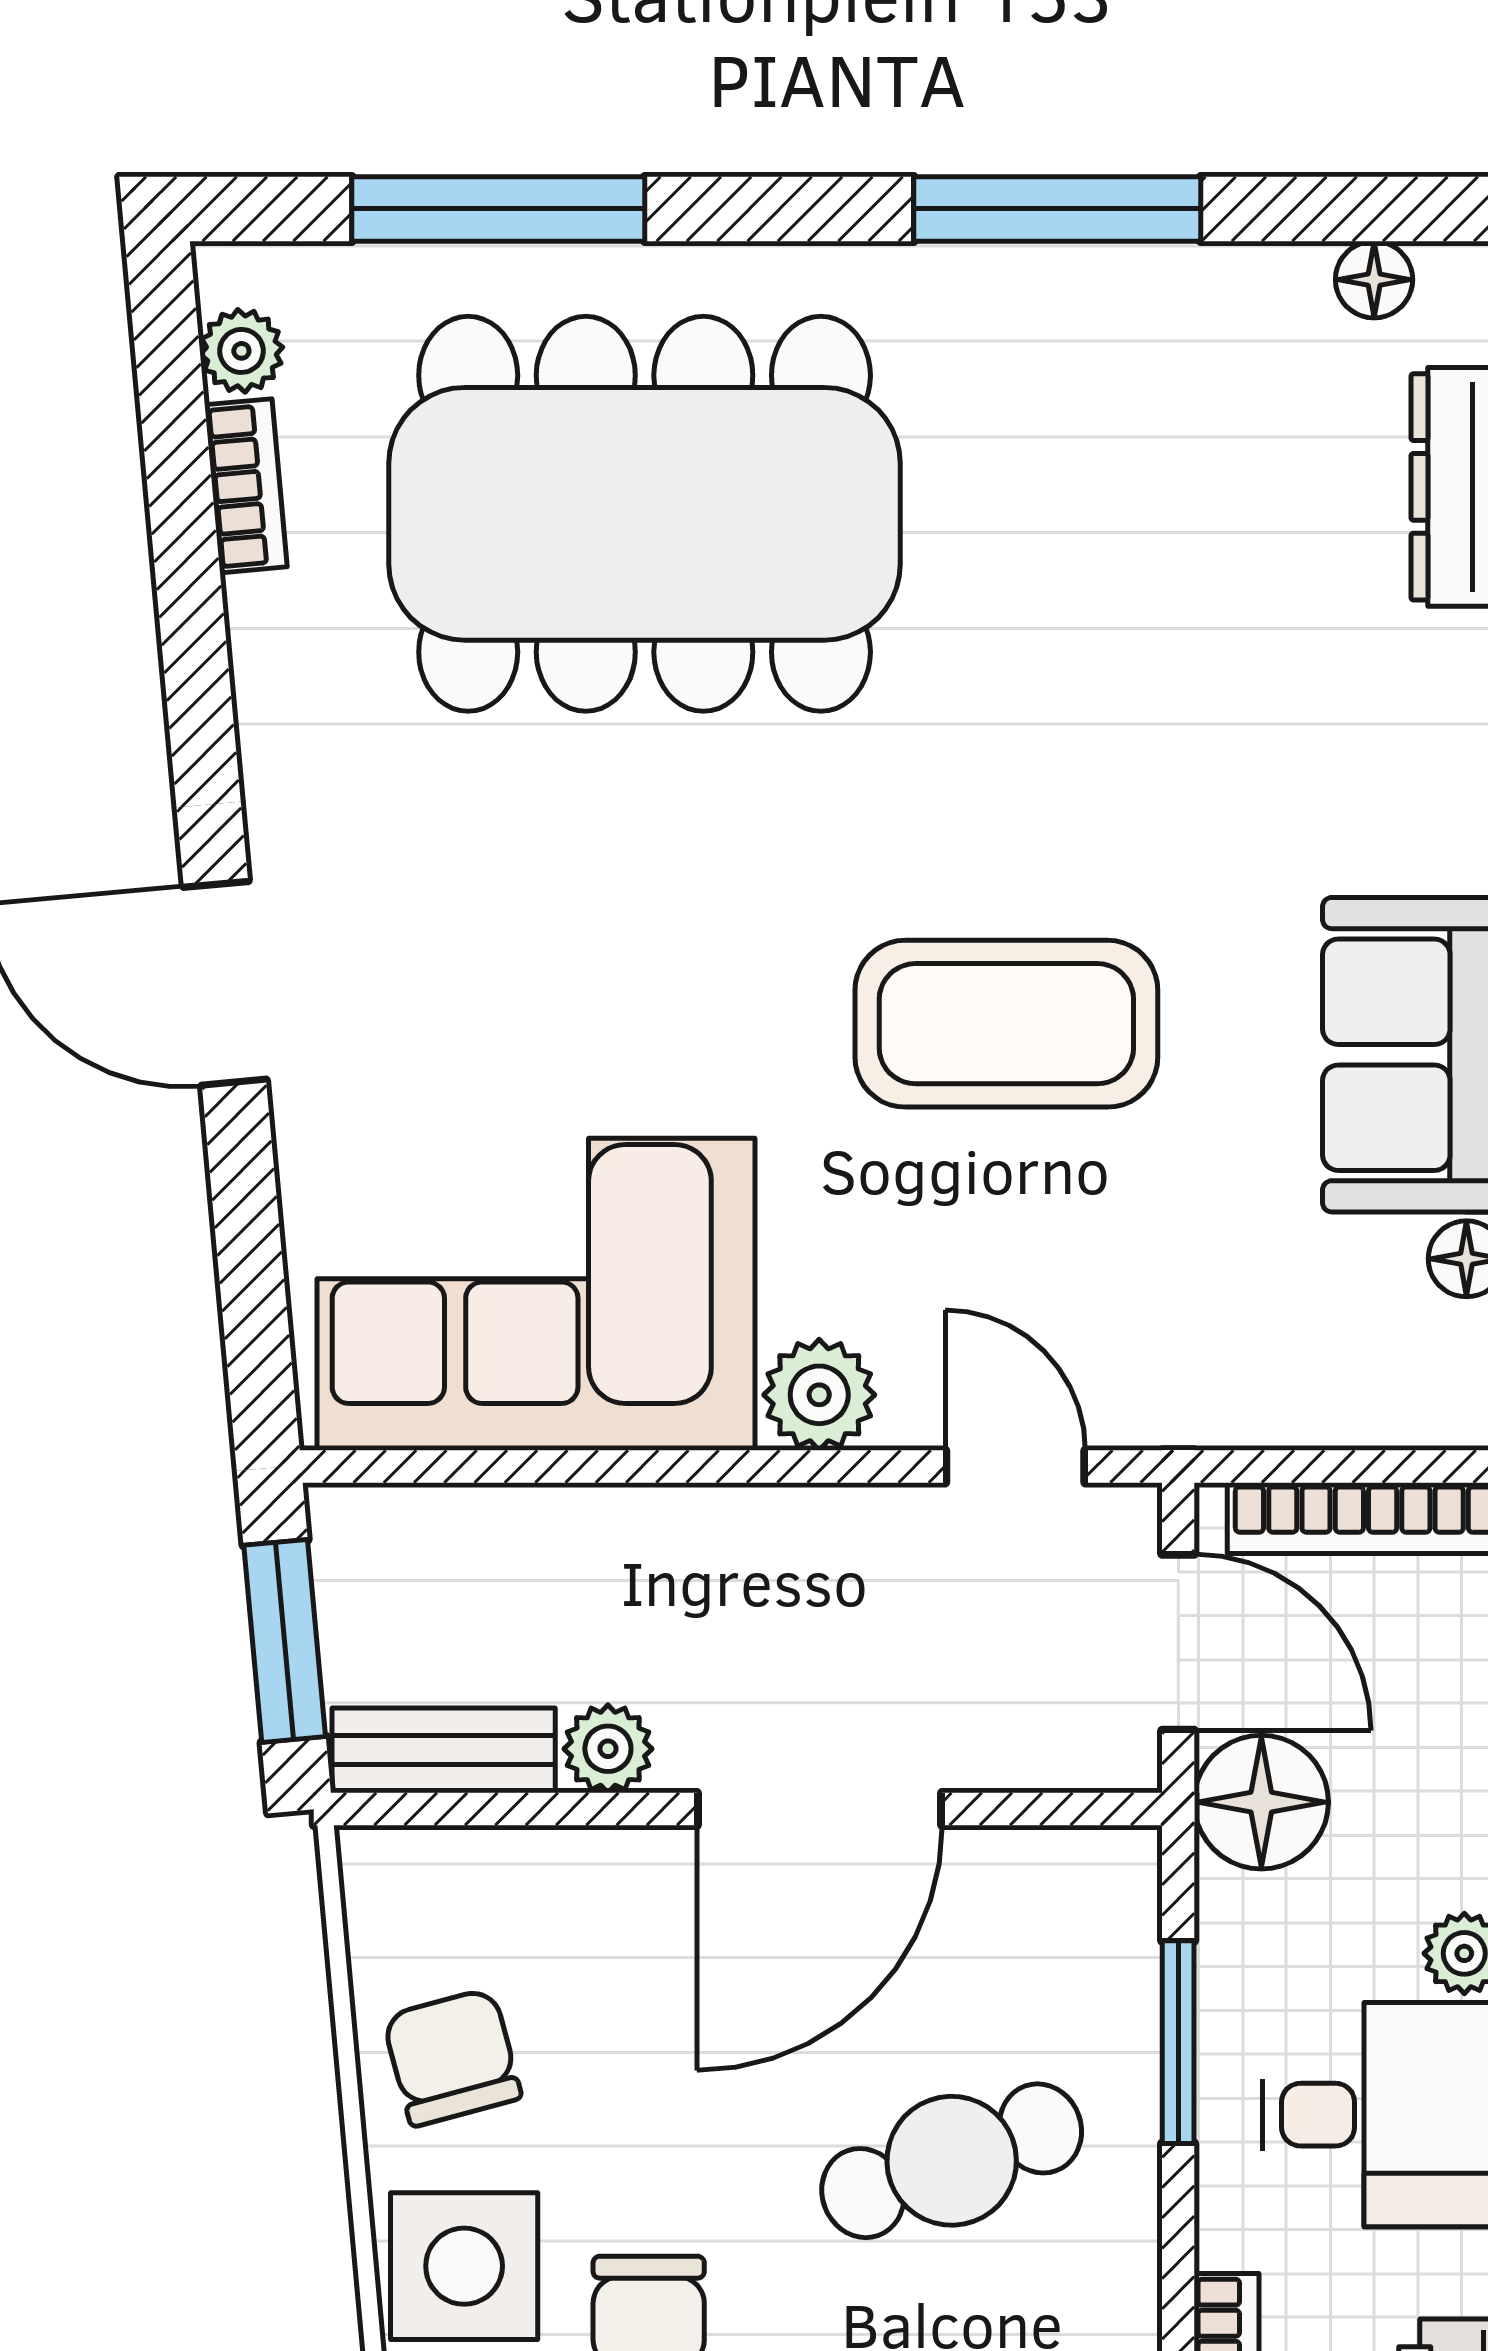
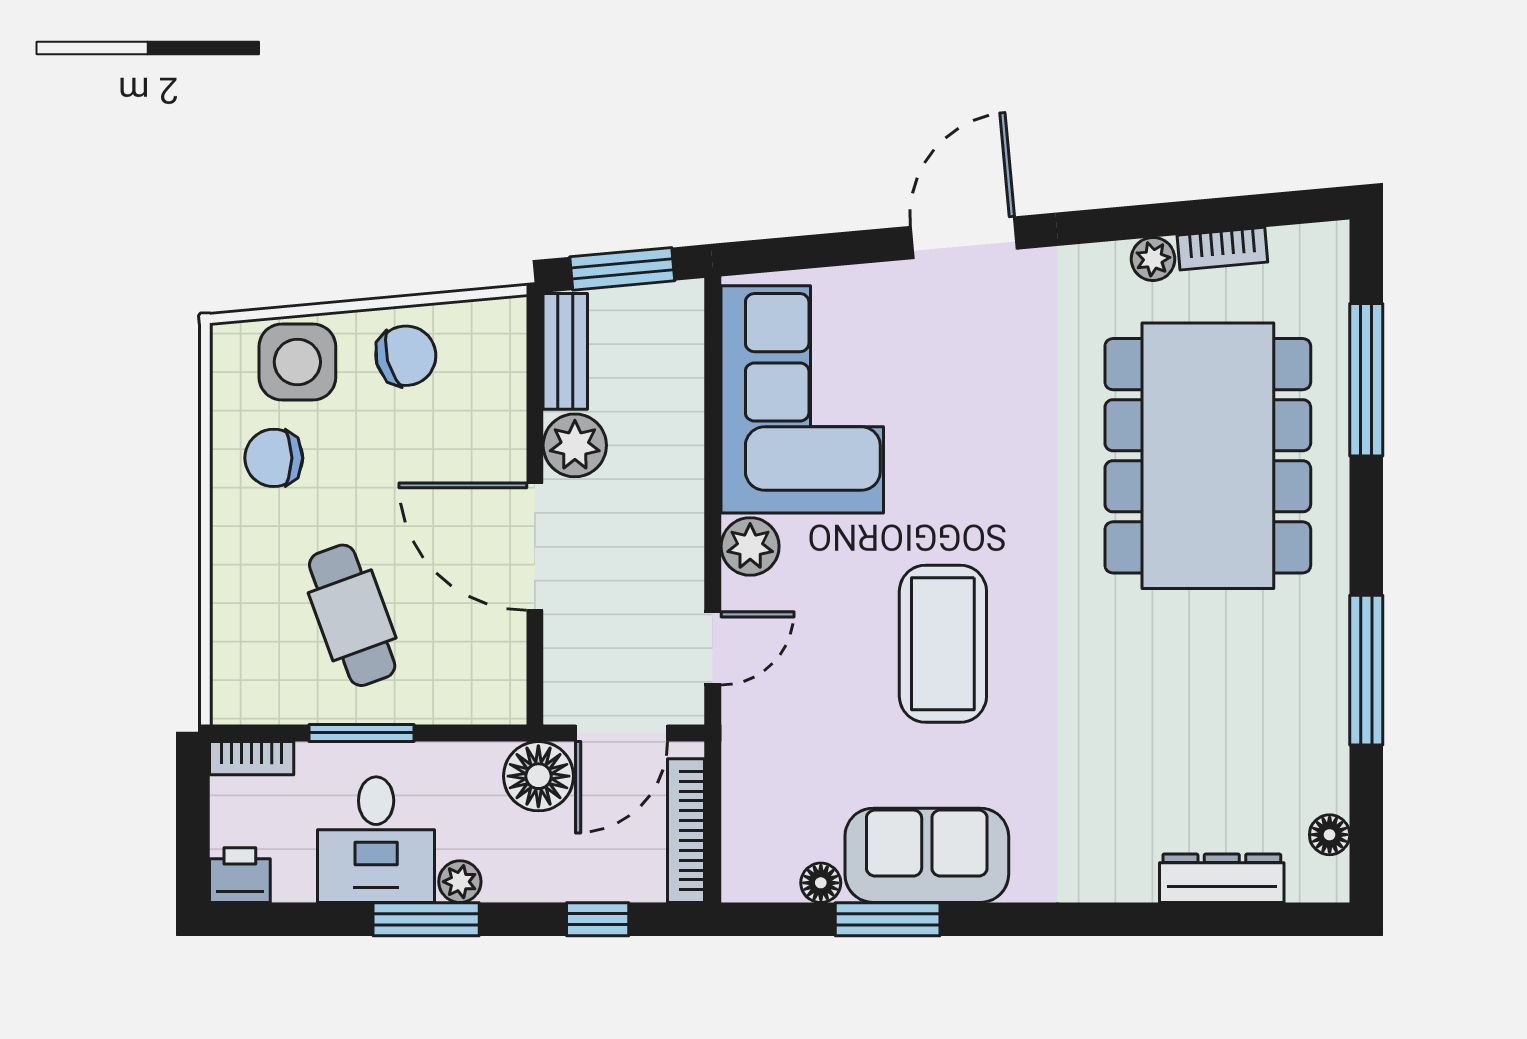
plant: (241, 351) -> (1153, 259), moved
plant: (608, 1749) -> (575, 445), width x1.38, depth x1.38
window: (1178, 2042) -> (362, 733), moved

